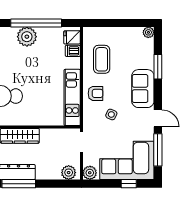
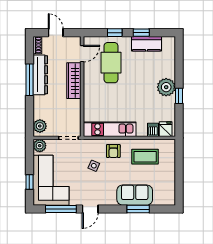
window: (36, 23) -> (179, 96), width x0.32
plant: (148, 32) -> (170, 200), removed
sofa: (143, 89) -> (135, 195), moved

